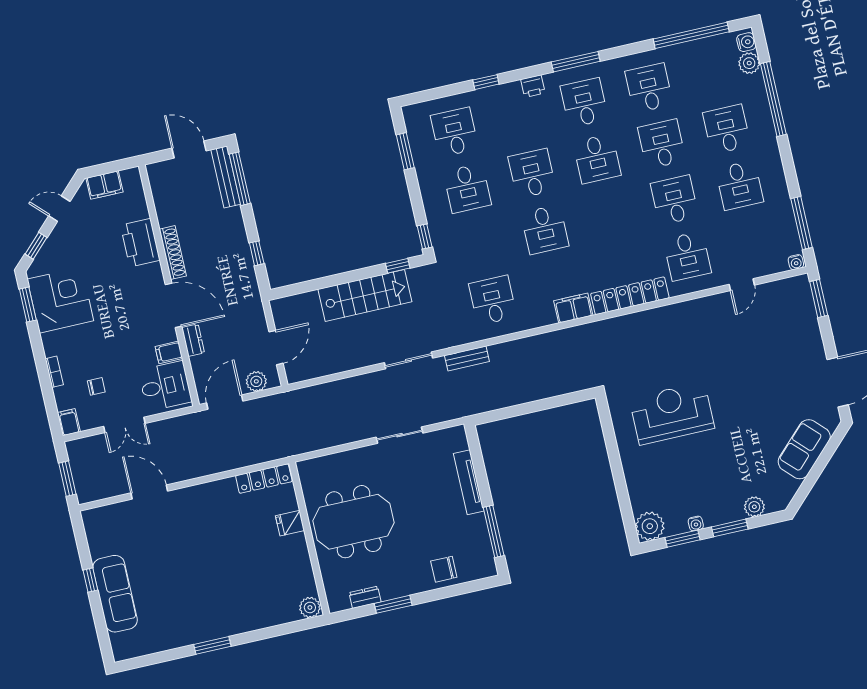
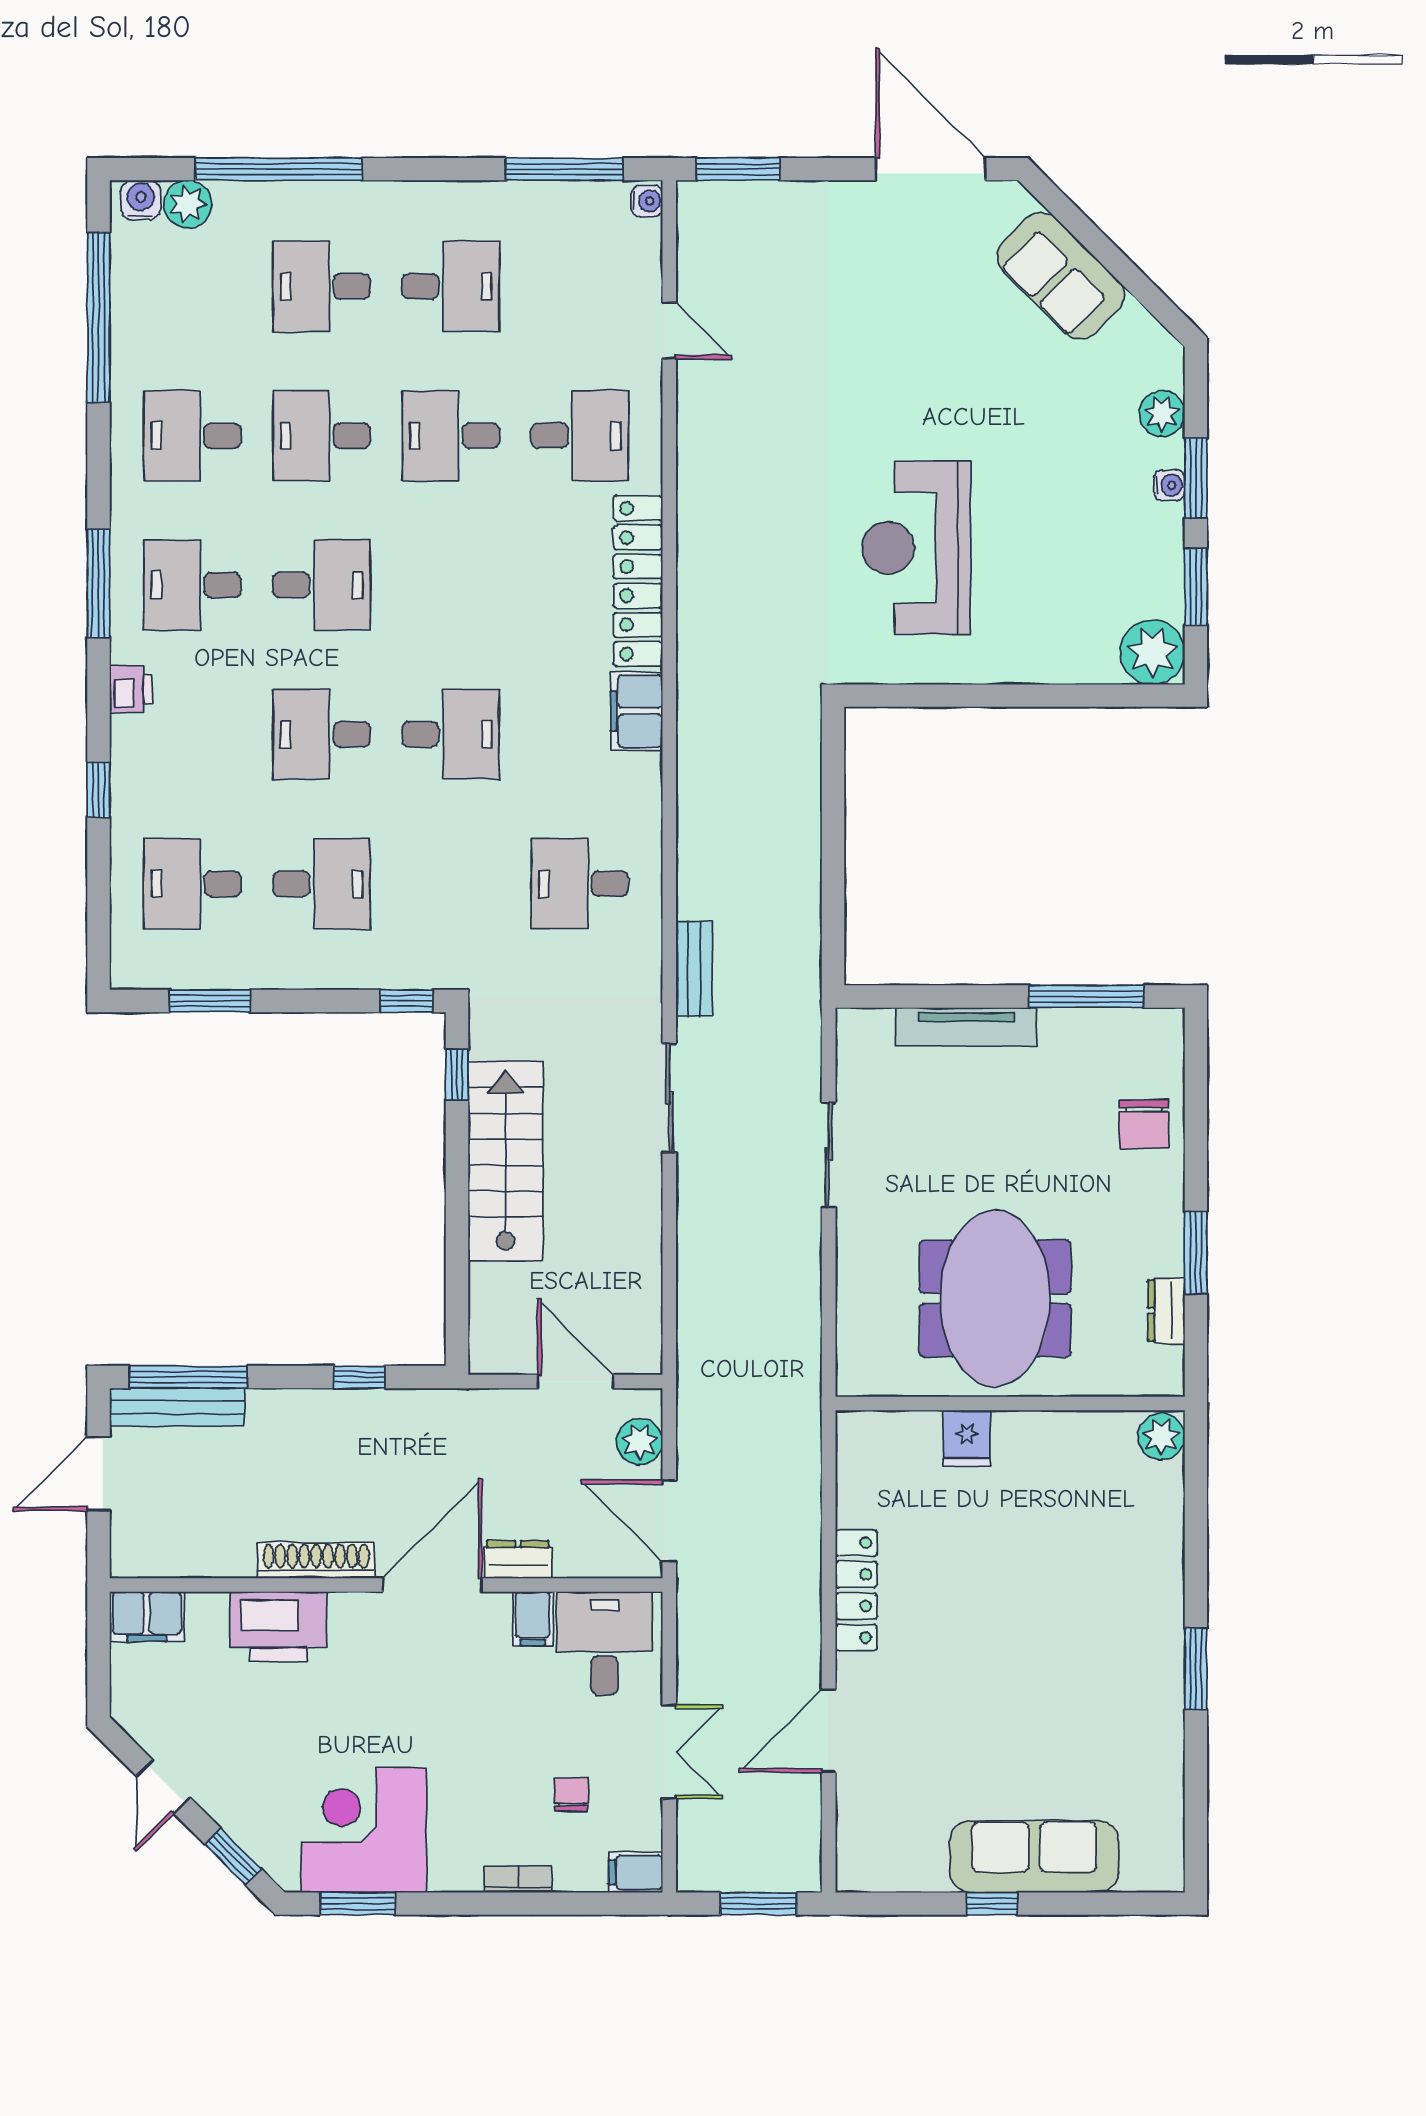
filing cabinet: (104, 185) -> (147, 1616), moved, turned 90
locker: (264, 479) -> (856, 1590), moved
water cooler: (696, 523) -> (1169, 485), moved

